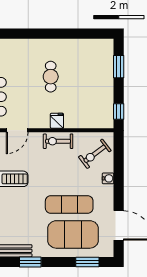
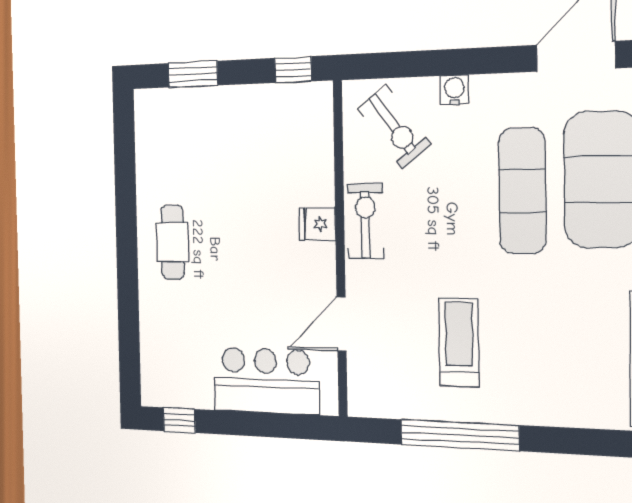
cafe table: (51, 77) -> (173, 242), moved, turned 90
door: (17, 130) -> (342, 324), swing flipped
exercise bike: (58, 141) -> (365, 221), turned 180

